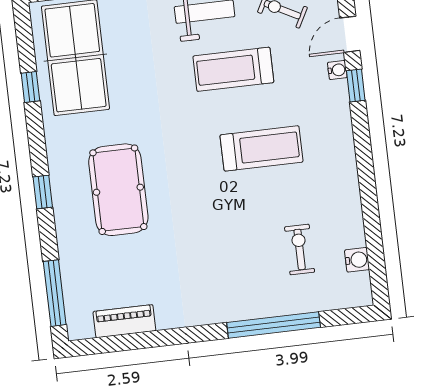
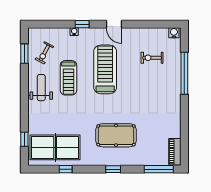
door: (350, 34) -> (114, 24), moved
treadmill: (262, 148) -> (105, 69), width x1.37, depth x1.38
water cooler: (357, 260) -> (174, 33), moved
piano: (124, 321) -> (175, 152), moved

